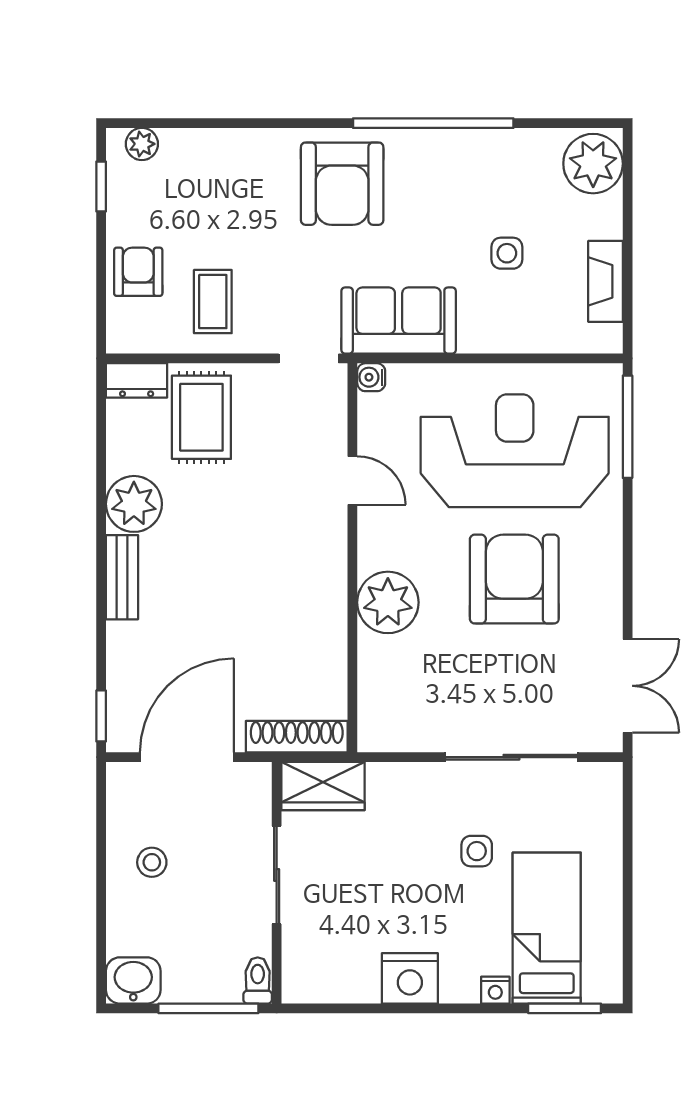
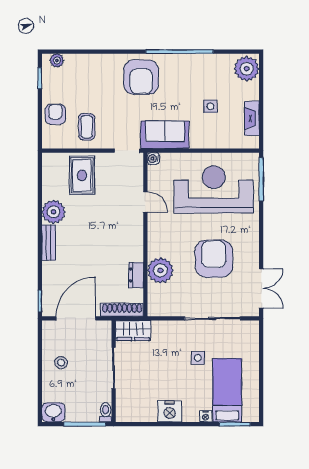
dresser: (137, 380) -> (136, 275), moved, turned 90
armchair: (514, 579) -> (214, 259), moved
plant: (388, 602) -> (160, 270), moved

